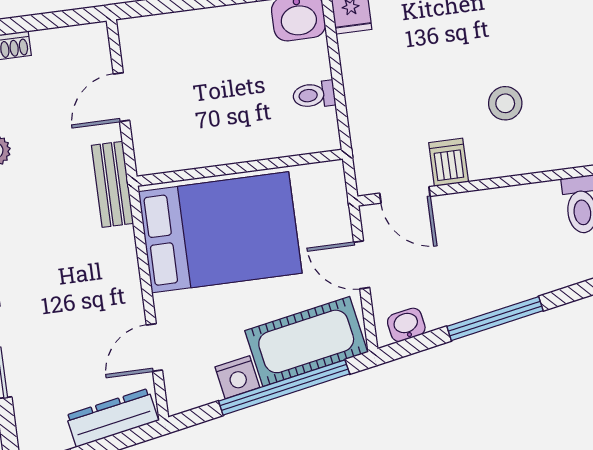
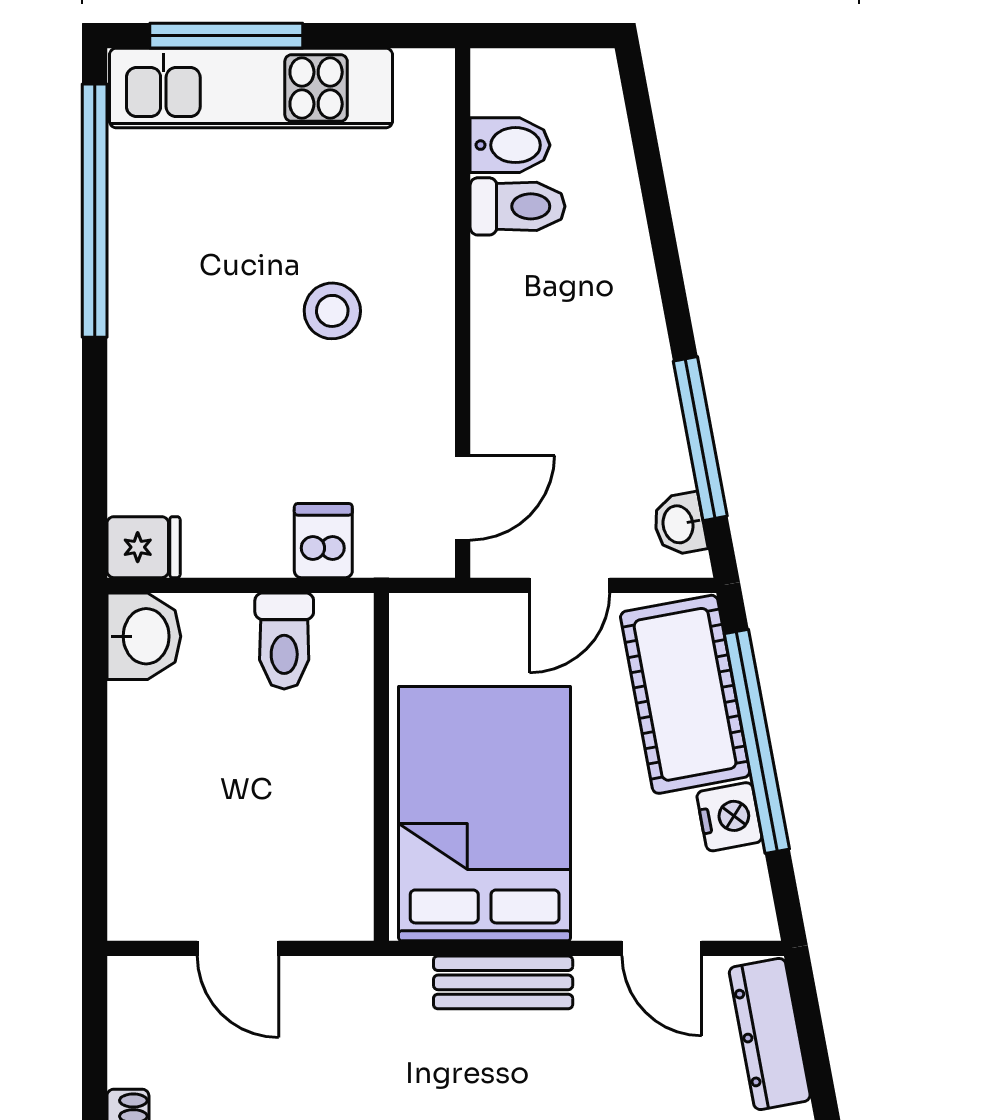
toilet: (314, 95) -> (284, 641), width x1.37, depth x1.39
dishwasher: (449, 162) -> (323, 541), moved, turned 90
bench: (112, 184) -> (503, 982), moved
window: (495, 319) -> (700, 439), moved

